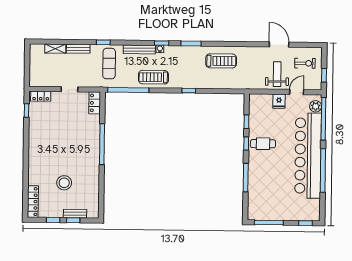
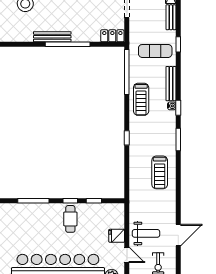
treadmill: (153, 77) -> (141, 99), turned 180
bench: (95, 158) -> (52, 37), added

